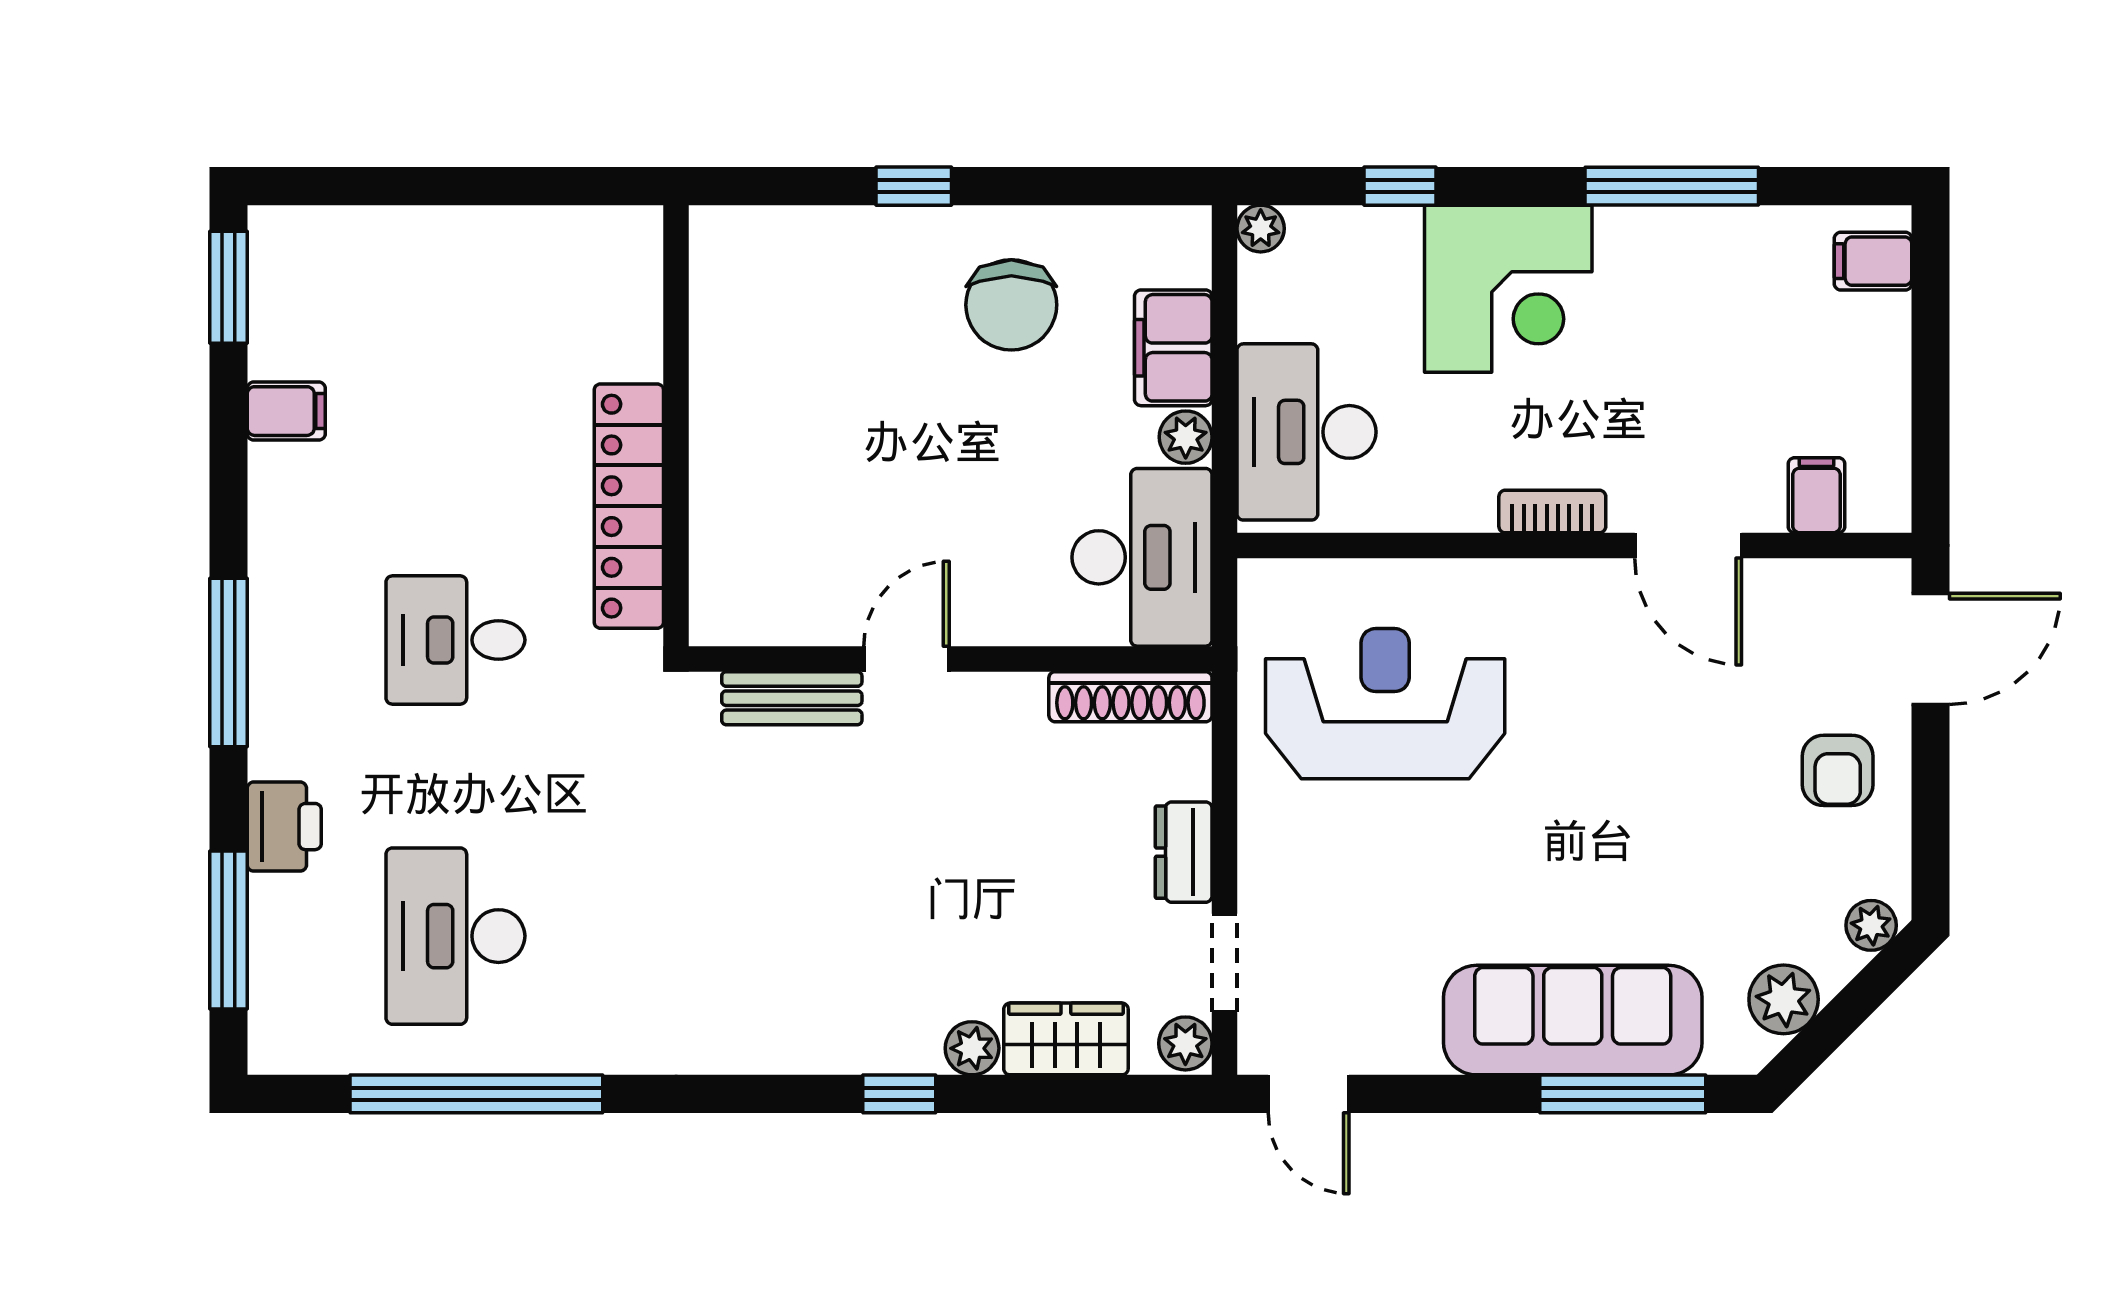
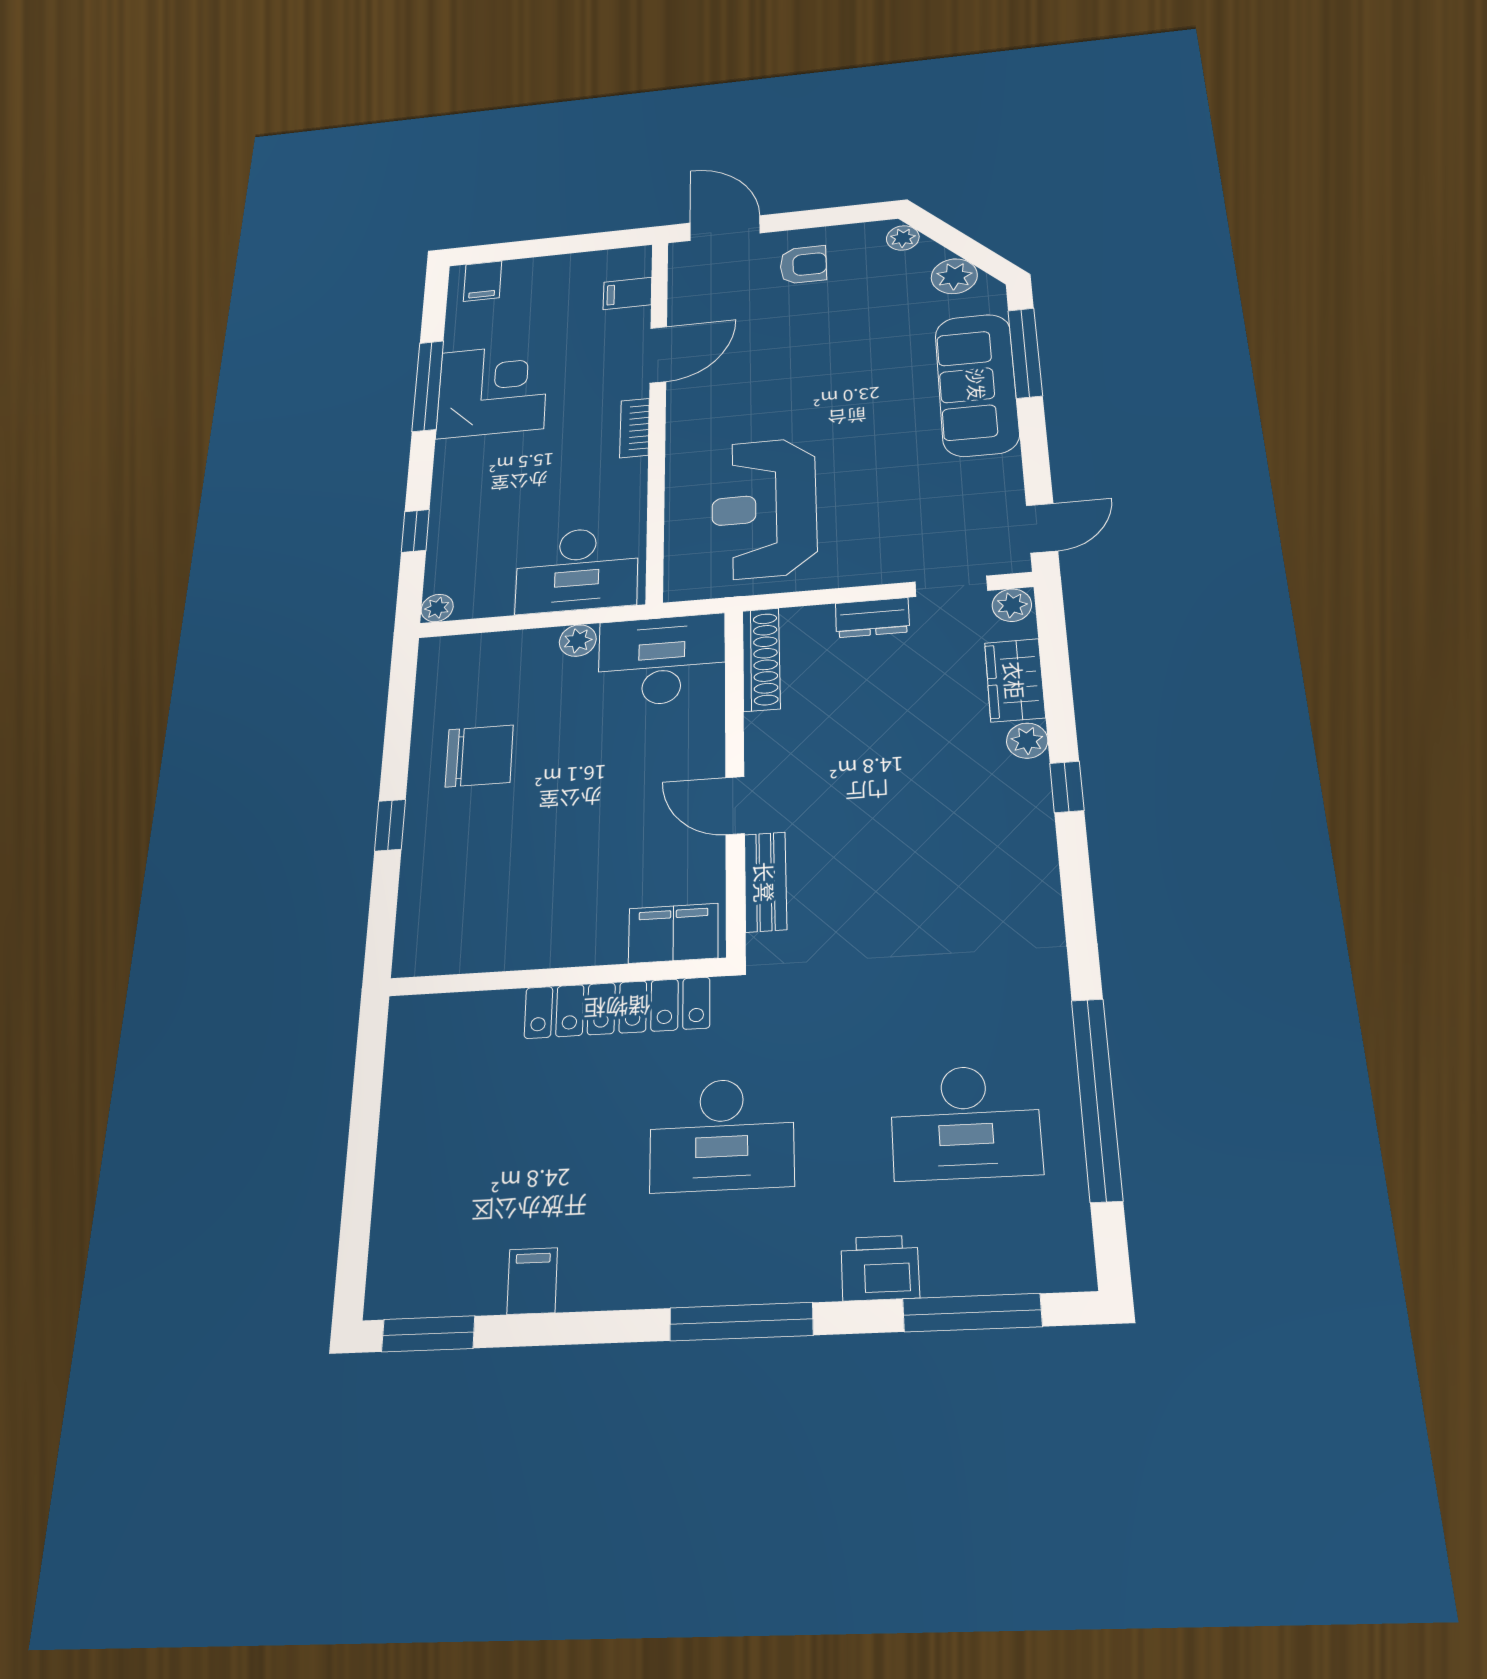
corner desk: (1508, 289) -> (492, 390), moved
filing cabinet: (1173, 348) -> (673, 933), moved, turned 180
desk: (455, 640) -> (722, 1134), width x1.37

